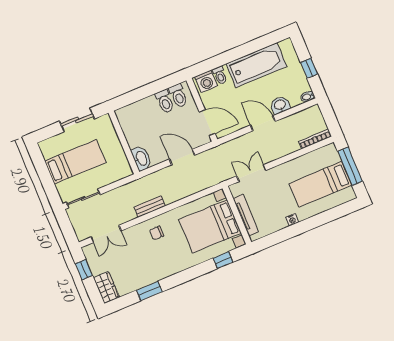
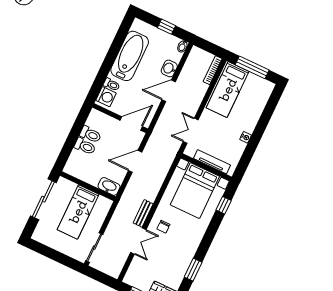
toilet: (178, 96) -> (85, 146), moved
sliding door: (77, 120) -> (43, 199), width x1.37
bed: (75, 162) -> (78, 212), moved, turned 180
bed: (320, 184) -> (228, 90), moved
double door: (106, 234) -> (138, 241), moved

